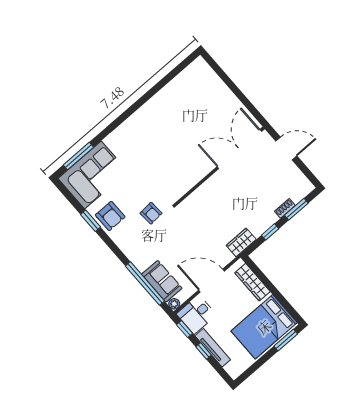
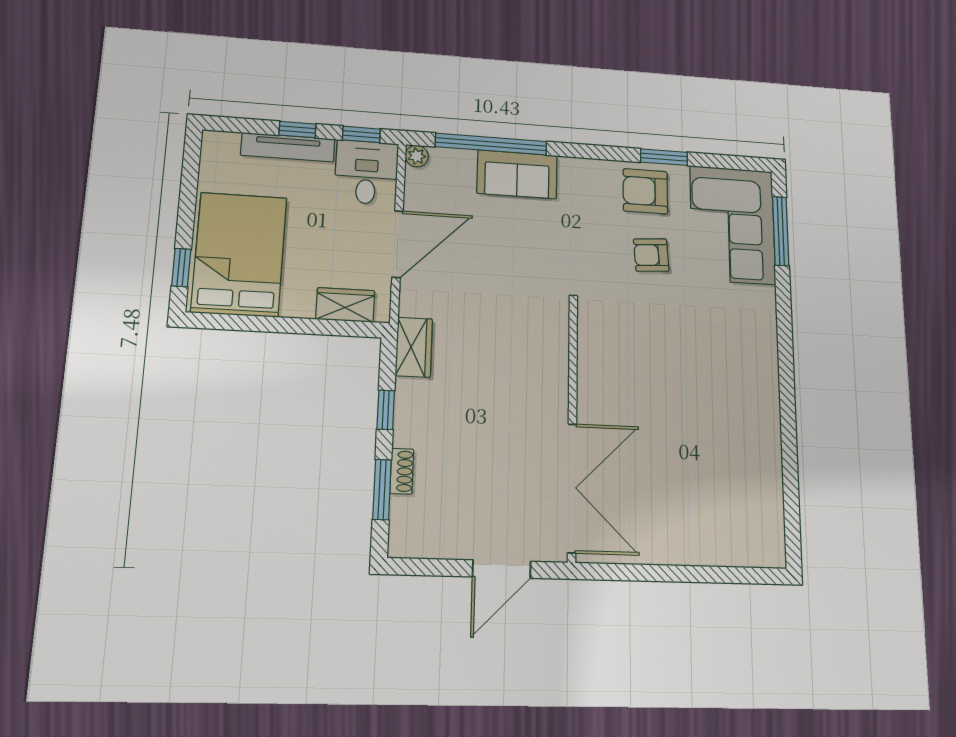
armchair: (151, 213) -> (651, 255), moved
sofa: (162, 281) -> (517, 174), moved
wardrobe: (252, 282) -> (345, 305), width x0.67
window: (286, 340) -> (181, 268), width x0.67

